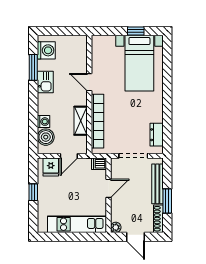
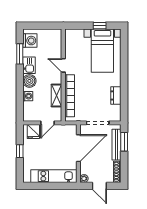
dresser: (157, 135) -> (116, 95), moved
boiler: (46, 137) -> (29, 81), moved
dishwasher: (99, 164) -> (71, 129), removed
door: (109, 188) -> (78, 148), width x1.88
window: (167, 201) -> (124, 142), moved

